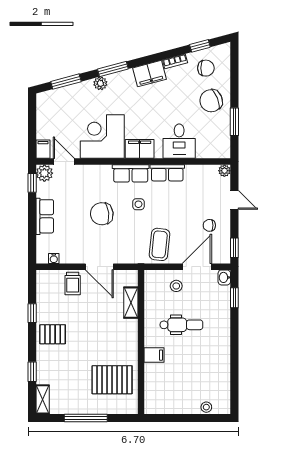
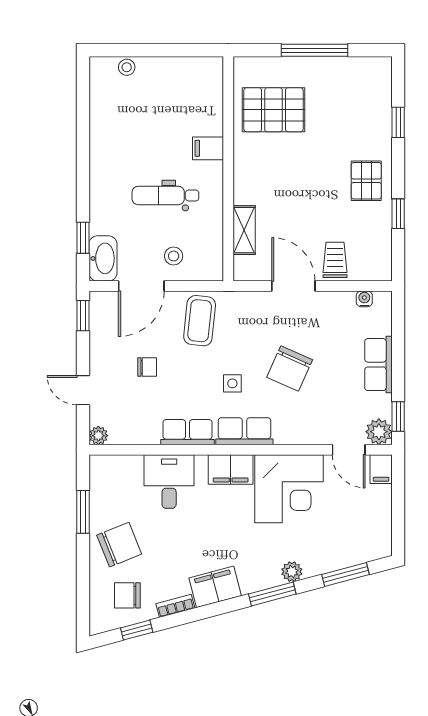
chair: (102, 214) -> (290, 369), turned 121
chair: (209, 225) -> (147, 367), moved
washbasin: (224, 277) -> (103, 258), width x1.91, depth x1.45
pallet: (53, 334) -> (366, 181), turned 90
shelving: (43, 399) -> (382, 79), removed

